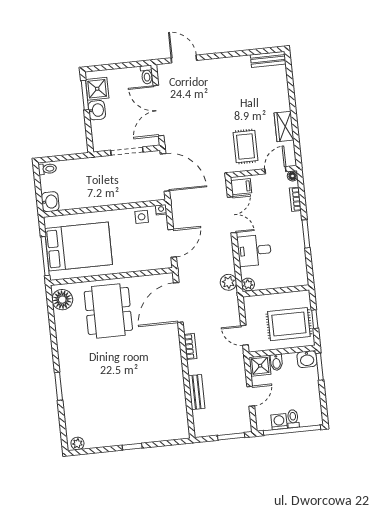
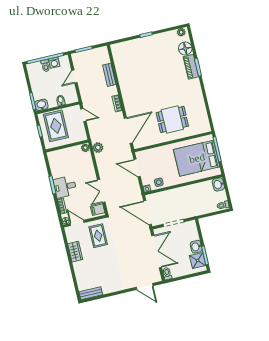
door: (275, 170) -> (77, 223), swing flipped
door: (172, 243) -> (137, 168), hinge flipped
desk: (254, 250) -> (65, 187), moved, turned 180
floor lamp: (62, 300) -> (185, 49), moved
dining table: (108, 311) -> (172, 119), width x0.73
rug: (289, 324) -> (56, 126), turned 90
shower: (260, 366) -> (71, 97), removed
piano: (69, 388) -> (191, 67), added

